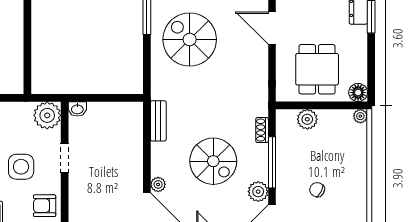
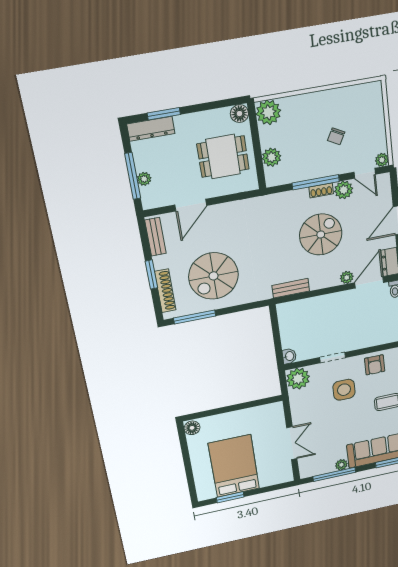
plant: (360, 116) -> (268, 112), width x1.87, depth x1.87
shoe rack: (262, 130) -> (321, 190), moved

